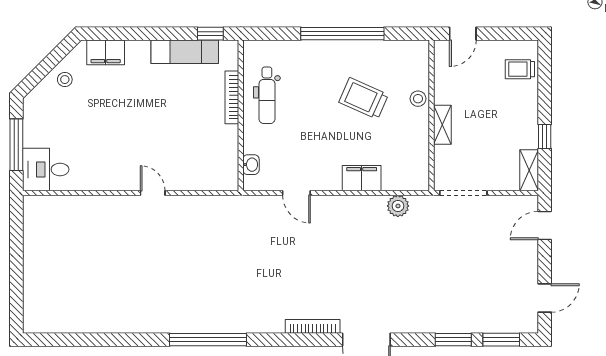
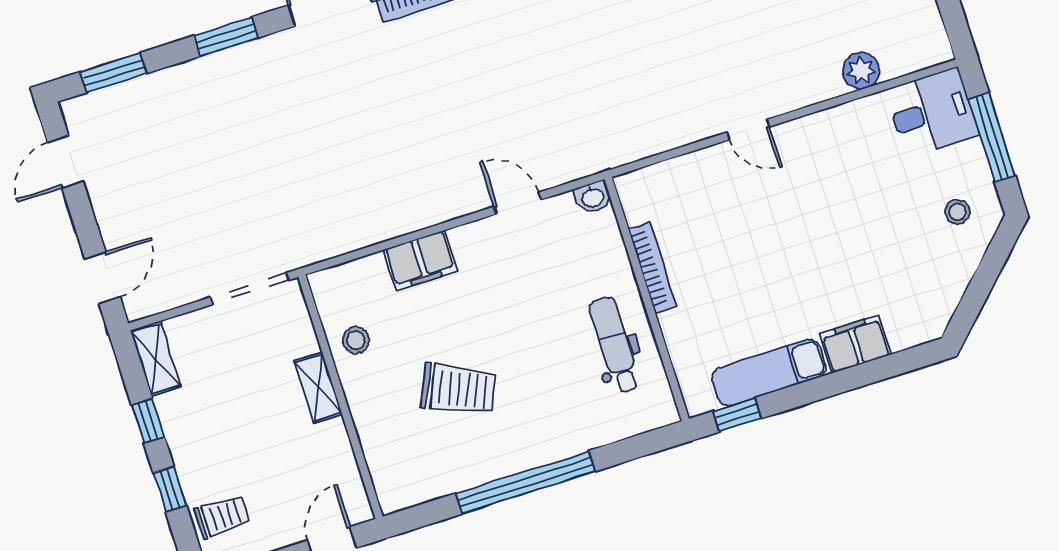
filing cabinet: (106, 52) -> (855, 344), moved
stool: (65, 80) -> (958, 212), moved
window: (545, 94) -> (170, 489), added
bookcase: (232, 97) -> (652, 267), moved
stool: (418, 99) -> (356, 340), moved
washbasin: (251, 165) -> (593, 197), moved, turned -90
plant: (398, 206) -> (861, 71), moved
window: (453, 340) -> (226, 37), moved

